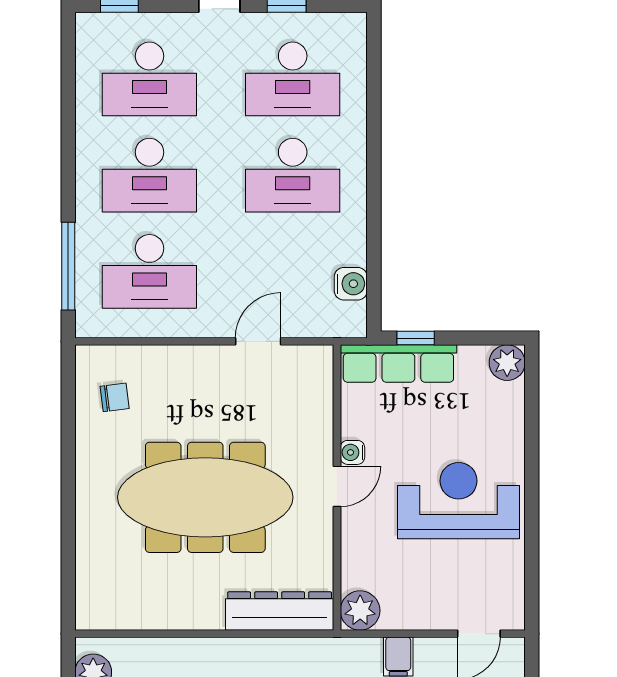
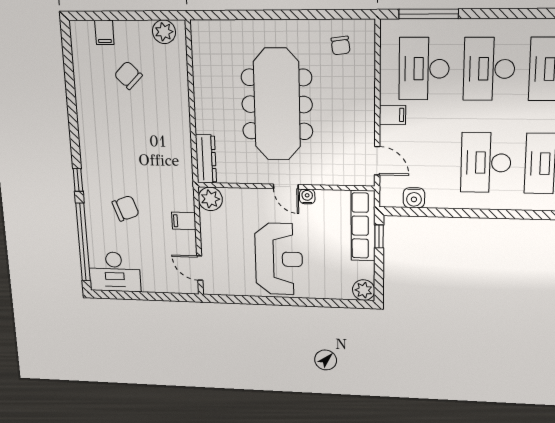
filing cabinet: (220, 318) -> (393, 115), added
door: (258, 341) -> (377, 161), moved
dresser: (280, 611) -> (206, 159), width x0.73, depth x0.80

